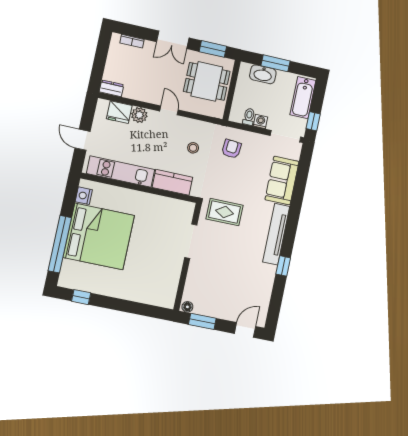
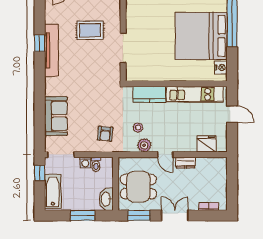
washbasin: (263, 74) -> (106, 199), moved, turned -90
dresser: (111, 88) -> (186, 163), moved
plant: (139, 115) -> (144, 145), moved
rug: (225, 212) -> (90, 30), moved
tv unit: (276, 234) -> (51, 50), moved

